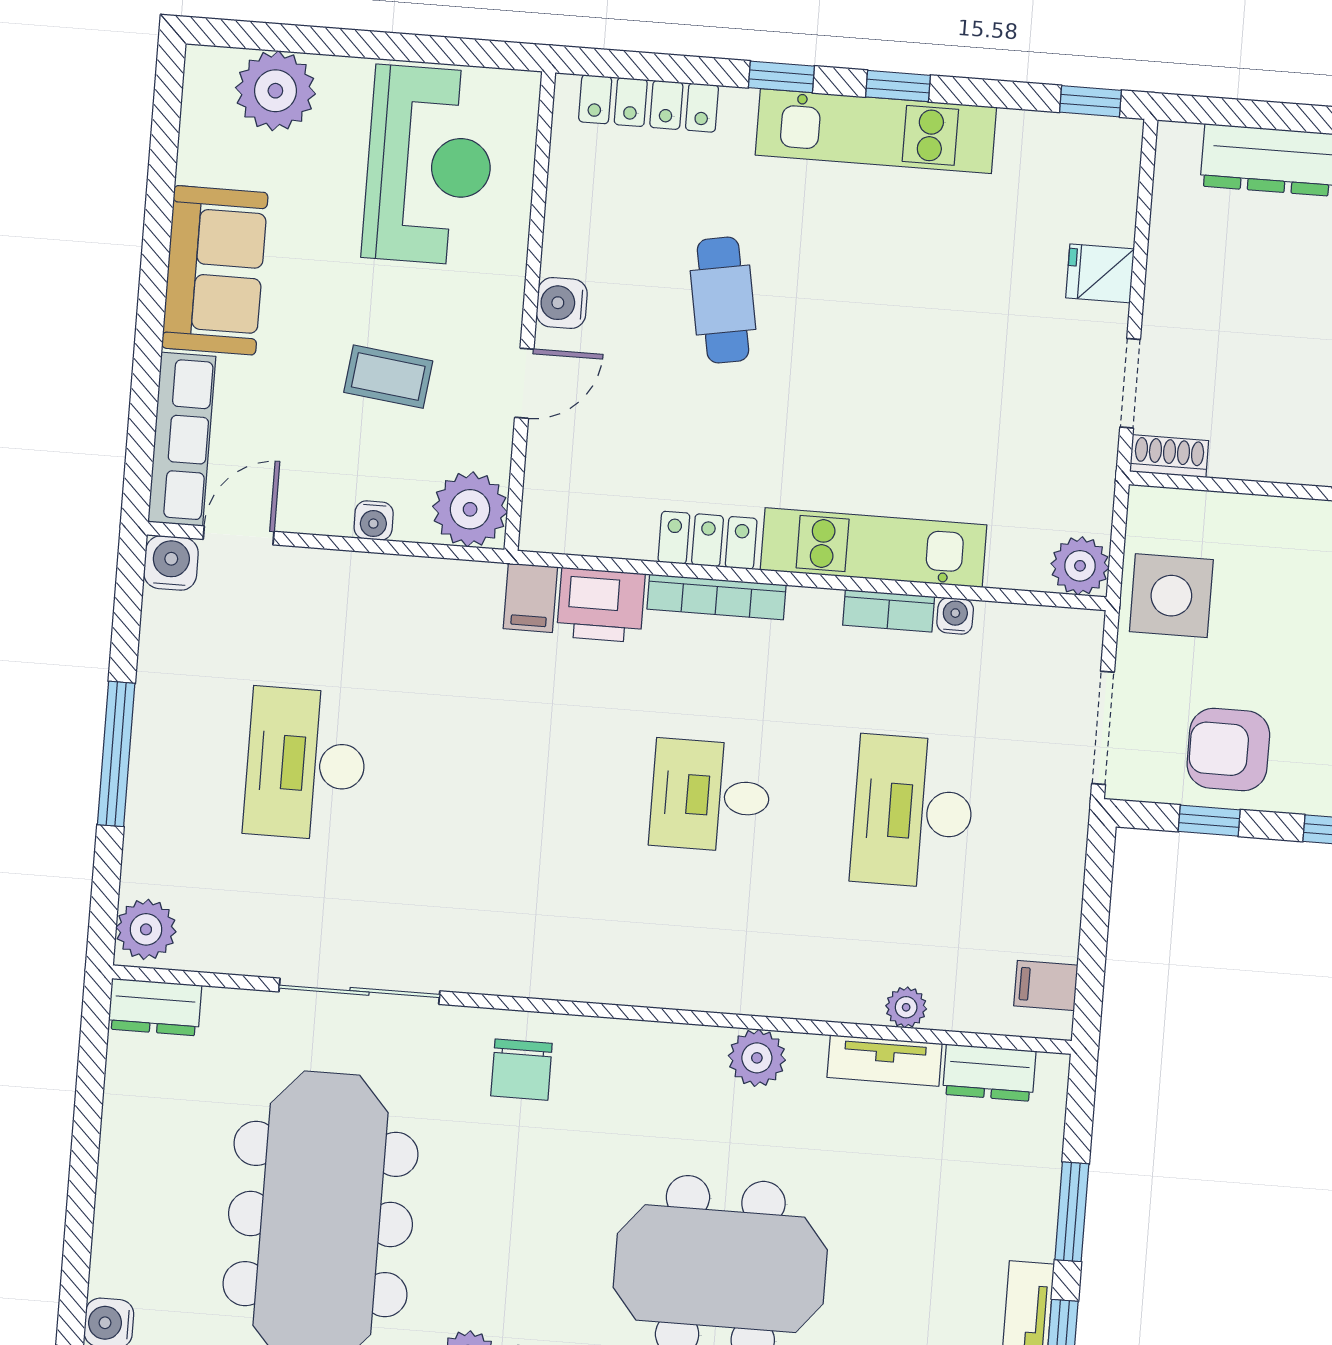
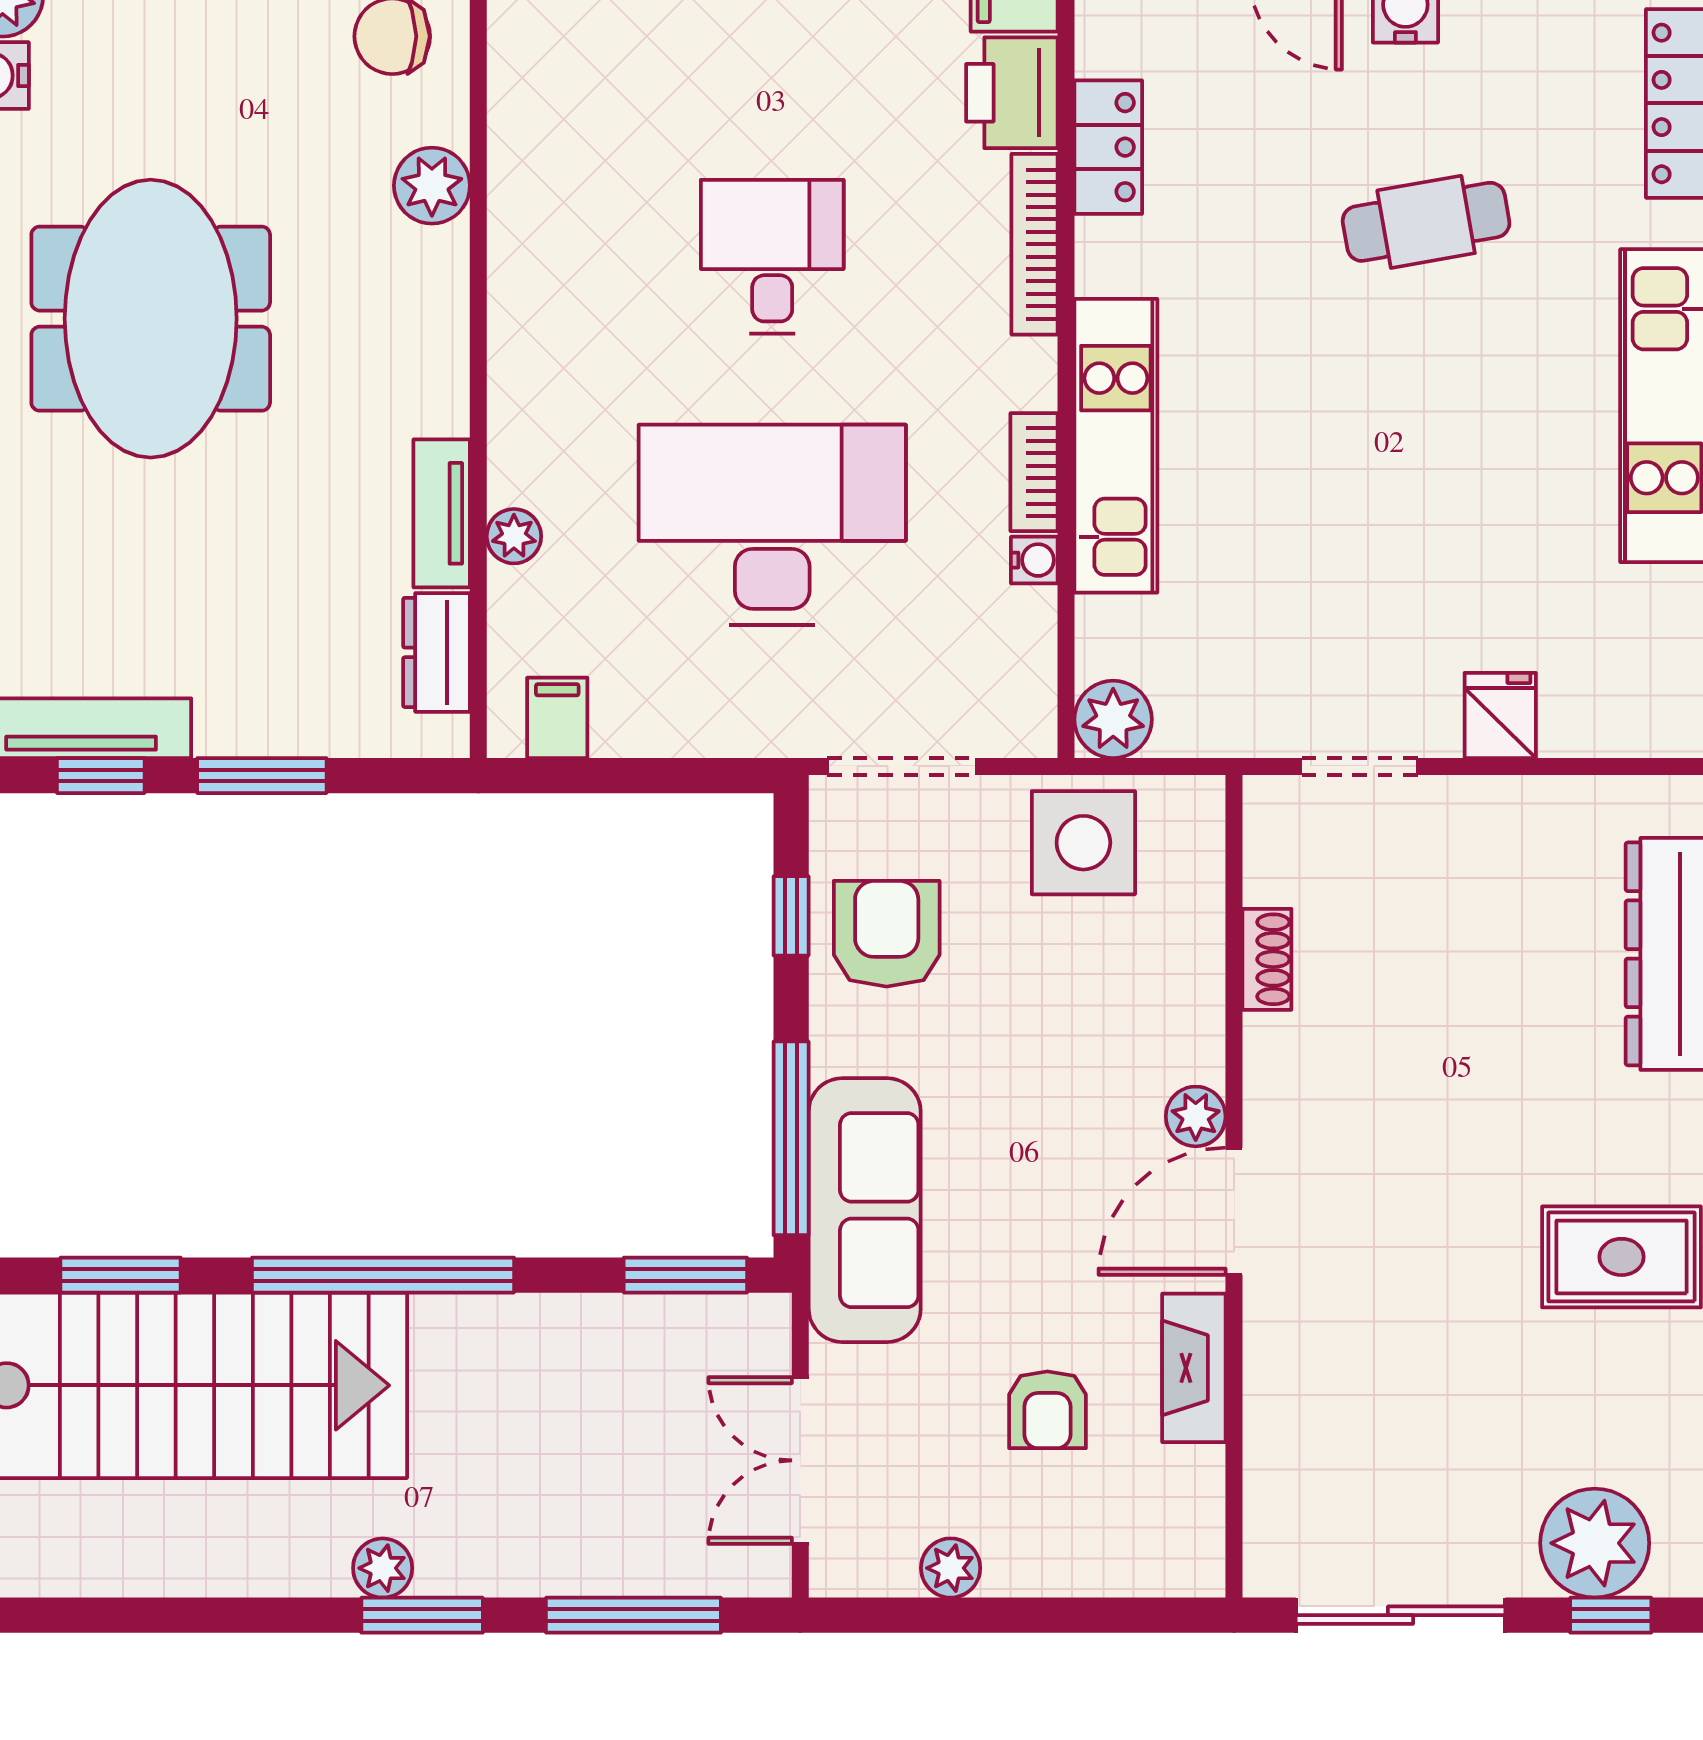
shoe rack: (1169, 456) -> (1267, 959), moved
locker: (708, 540) -> (1108, 147), moved
desk: (913, 812) -> (772, 525), width x1.36, depth x1.30
plant: (757, 1058) -> (432, 186), moved

